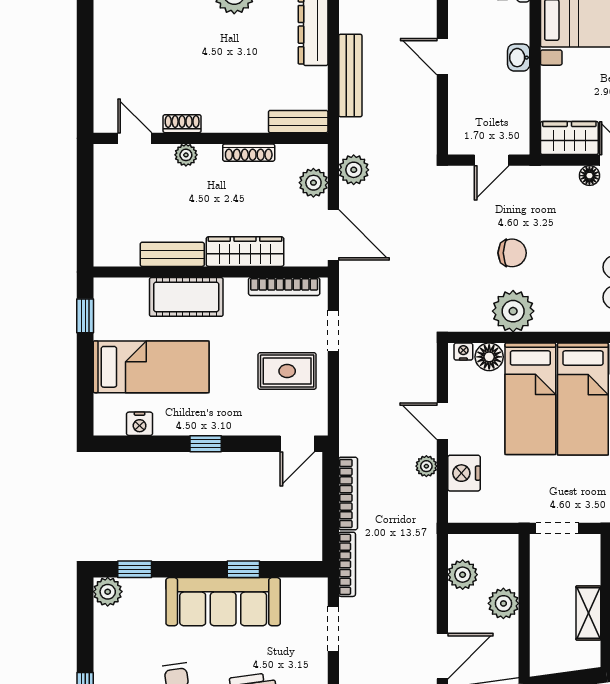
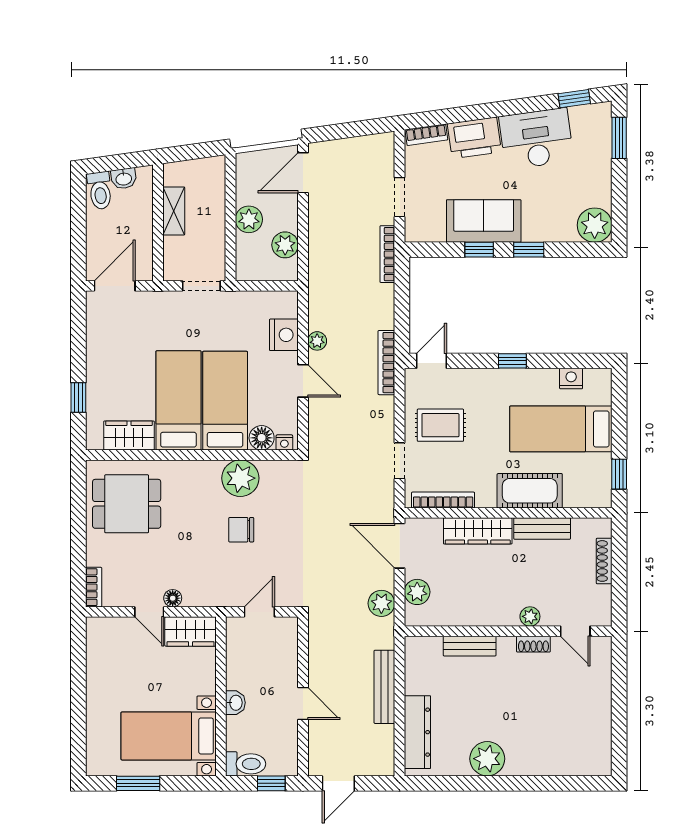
bench: (298, 122) -> (470, 646), moved
shoe rack: (249, 153) -> (604, 561), moved, turned -90
bookcase: (348, 494) -> (386, 363), moved
window: (135, 569) -> (529, 250), moved
plant: (108, 592) -> (595, 225), width x1.36, depth x1.36
sofa: (223, 602) -> (484, 221), width x0.73

